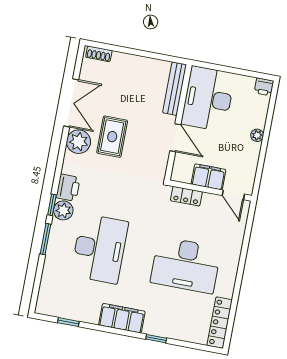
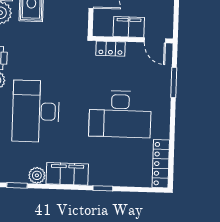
window: (246, 241) -> (174, 83), added
desk: (99, 249) -> (36, 111), turned 180
plant: (90, 315) -> (37, 175), added

